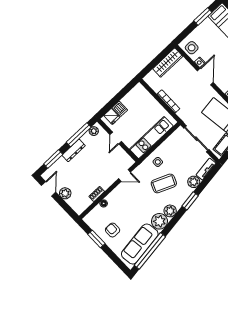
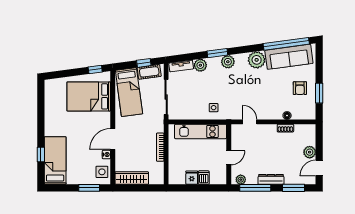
window: (203, 17) -> (89, 188), moved
fridge: (112, 116) -> (192, 178), moved
coffee table: (164, 183) -> (225, 86), removed
plant: (170, 211) -> (228, 62), moved

